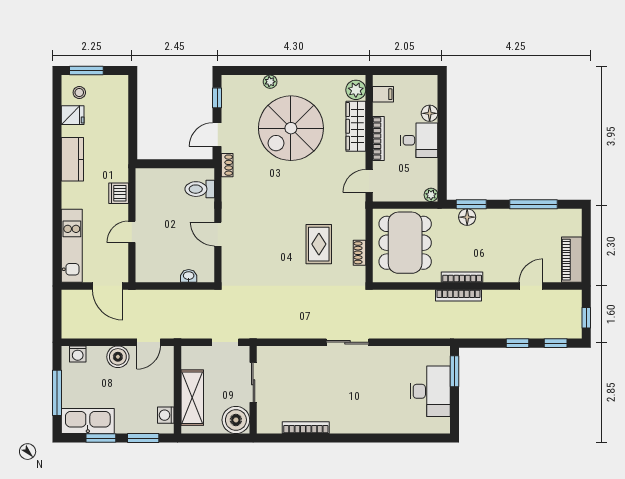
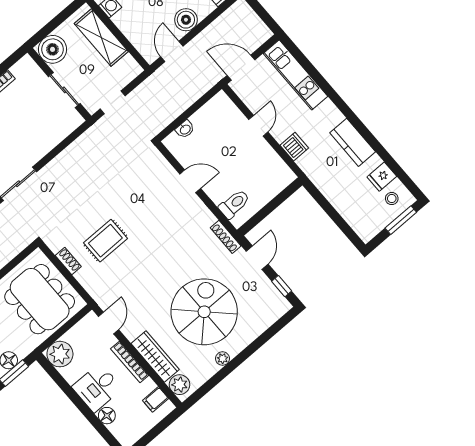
plant: (270, 82) -> (223, 359), moved
shoe rack: (227, 165) -> (226, 237), width x1.43
plant: (431, 195) -> (60, 354), width x1.88, depth x1.88
rug: (319, 244) -> (105, 241), turned 90

